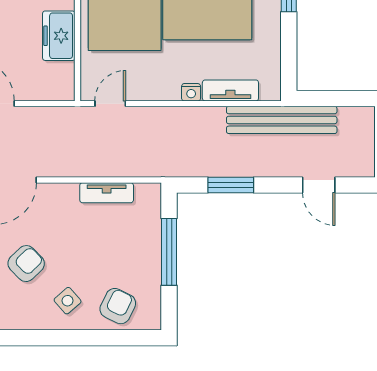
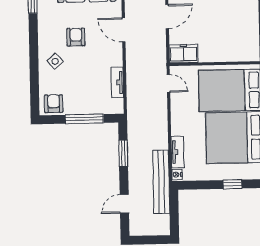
freezer: (59, 36) -> (184, 54), moved
nightstand: (191, 92) -> (177, 175), moved
armchair: (26, 264) -> (76, 37), turned -136
armchair: (118, 306) -> (54, 104), moved, turned -116

